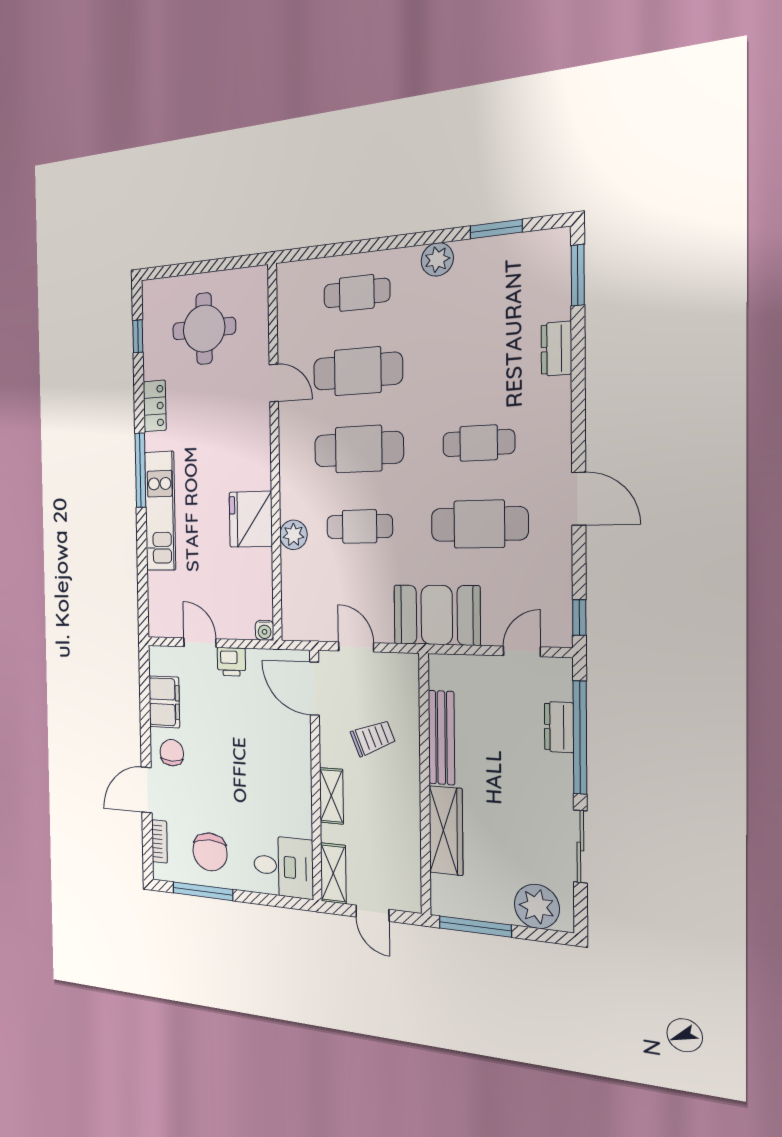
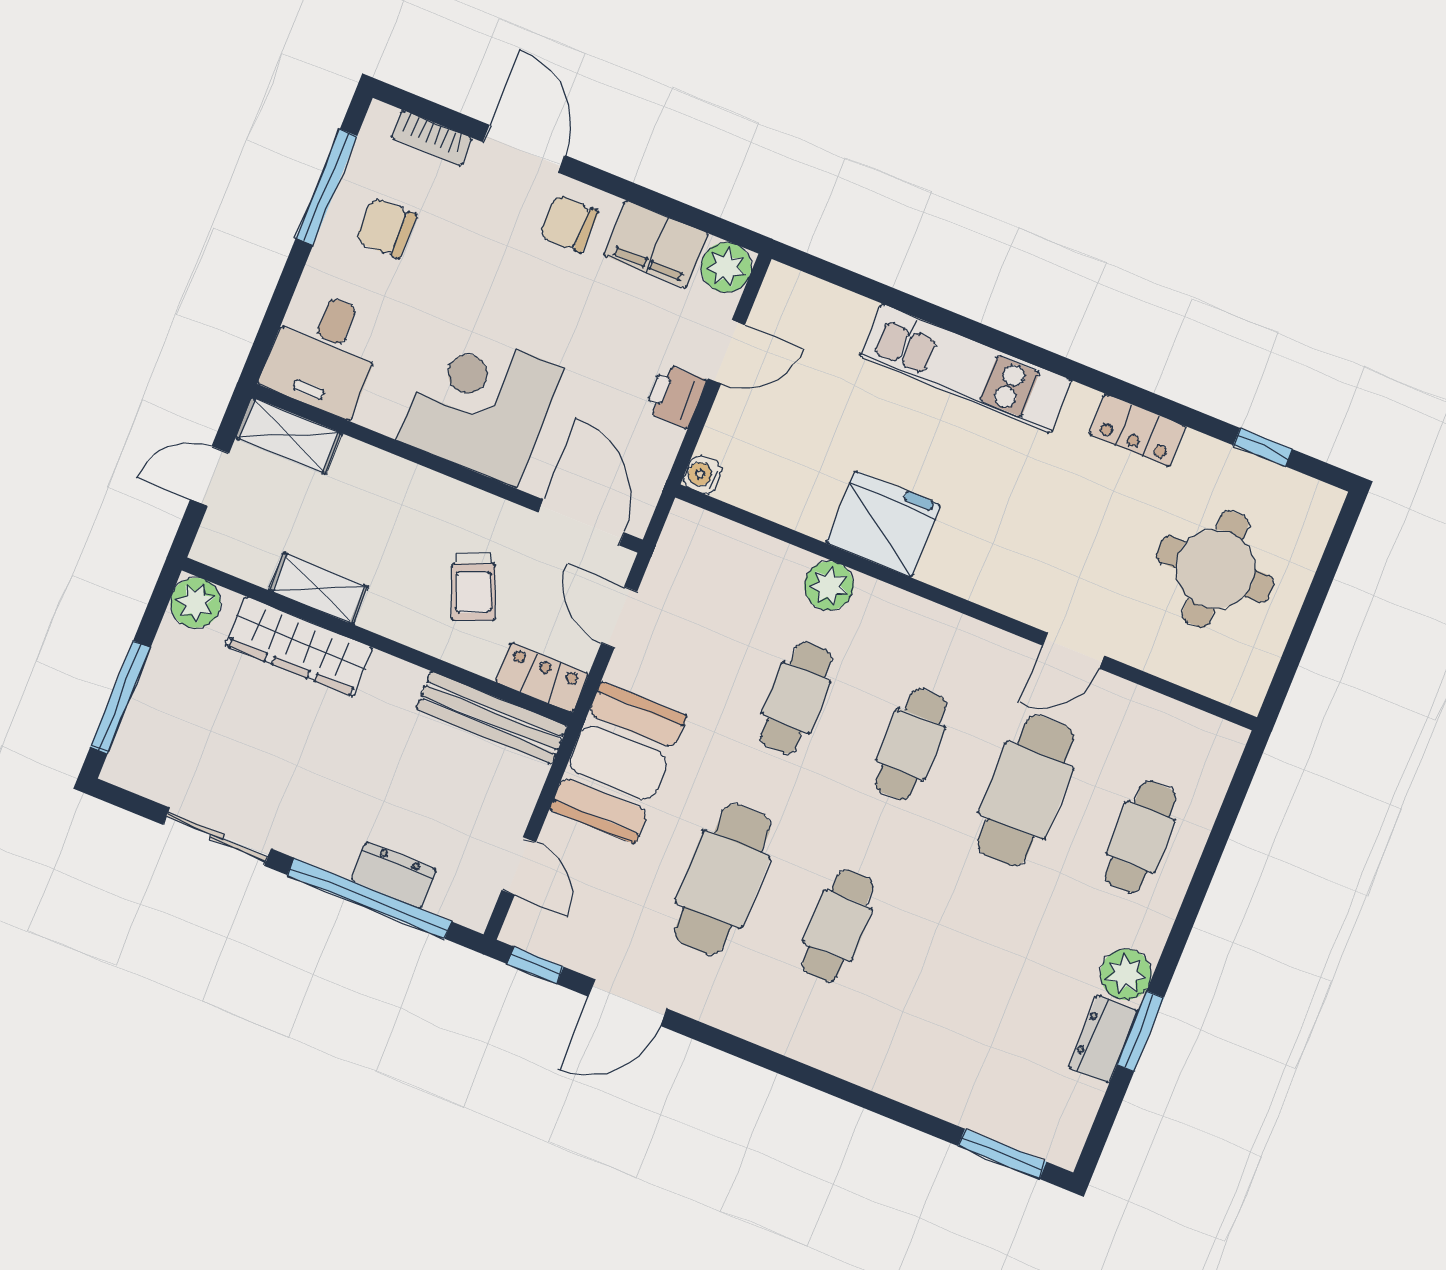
window: (496, 229) -> (1140, 1031), moved
dresser: (556, 349) -> (1103, 1039), moved, turned -90
cafe table: (359, 449) -> (911, 744), width x0.73, depth x0.74
window: (140, 470) -> (1047, 360), removed
door: (579, 499) -> (628, 1003), moved
door: (356, 647) -> (619, 617), swing flipped
plant: (161, 660) -> (726, 267), added
locker: (407, 679) -> (542, 678), added
door: (315, 689) -> (581, 522), hinge flipped
bench: (441, 738) -> (491, 718), moved
chair: (172, 753) -> (569, 224), turned 180
corner desk: (276, 769) -> (481, 404), added
shelving: (331, 796) -> (318, 588), moved
chair: (210, 852) -> (386, 228), width x0.73, depth x0.73
plant: (537, 906) -> (196, 603), moved, width x0.73, depth x0.73
window: (475, 927) -> (120, 697), moved

